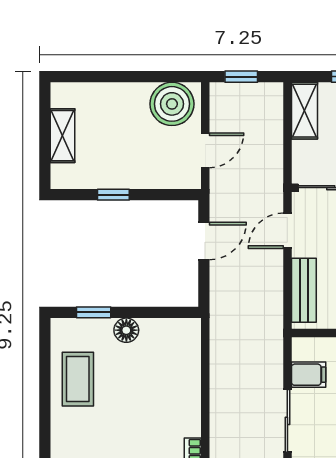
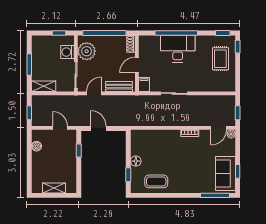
boiler: (172, 104) -> (36, 146), width x0.54, depth x0.54
window: (113, 195) -> (79, 150), moved
door: (287, 231) -> (94, 93), swing flipped
filing cabinet: (309, 375) -> (144, 85), moved

